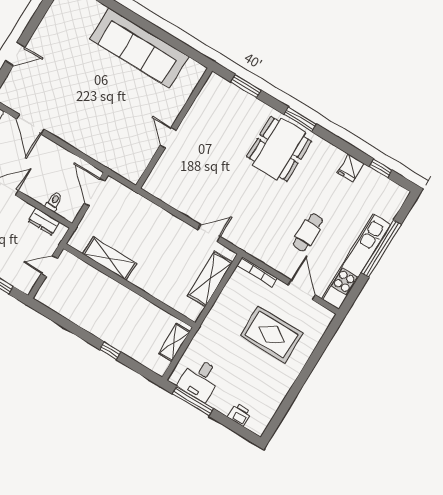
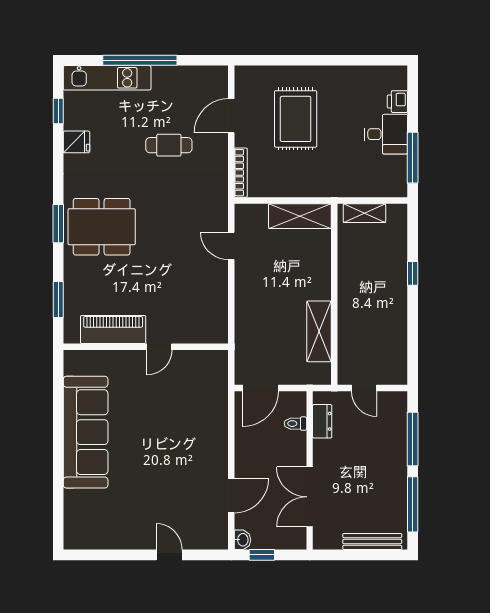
piano: (201, 112) -> (113, 330), added
kitchen unit: (356, 262) -> (107, 78), moved, width x0.73
shelving: (210, 279) -> (300, 216), moved
desk: (200, 379) -> (386, 134), moved

